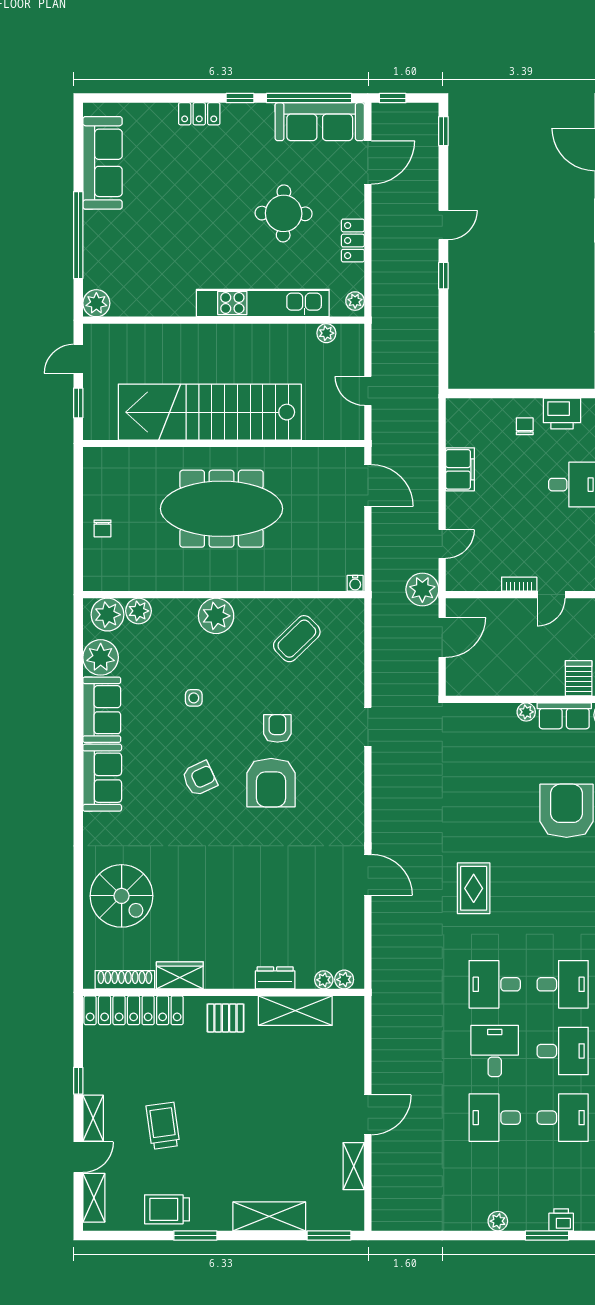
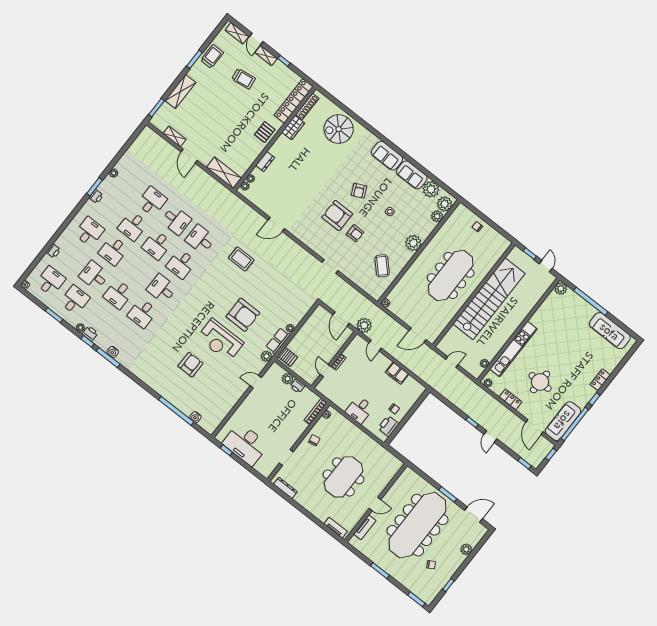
desk: (495, 984) -> (200, 239), turned -90
shelving: (295, 1011) -> (224, 173), moved, turned 90

